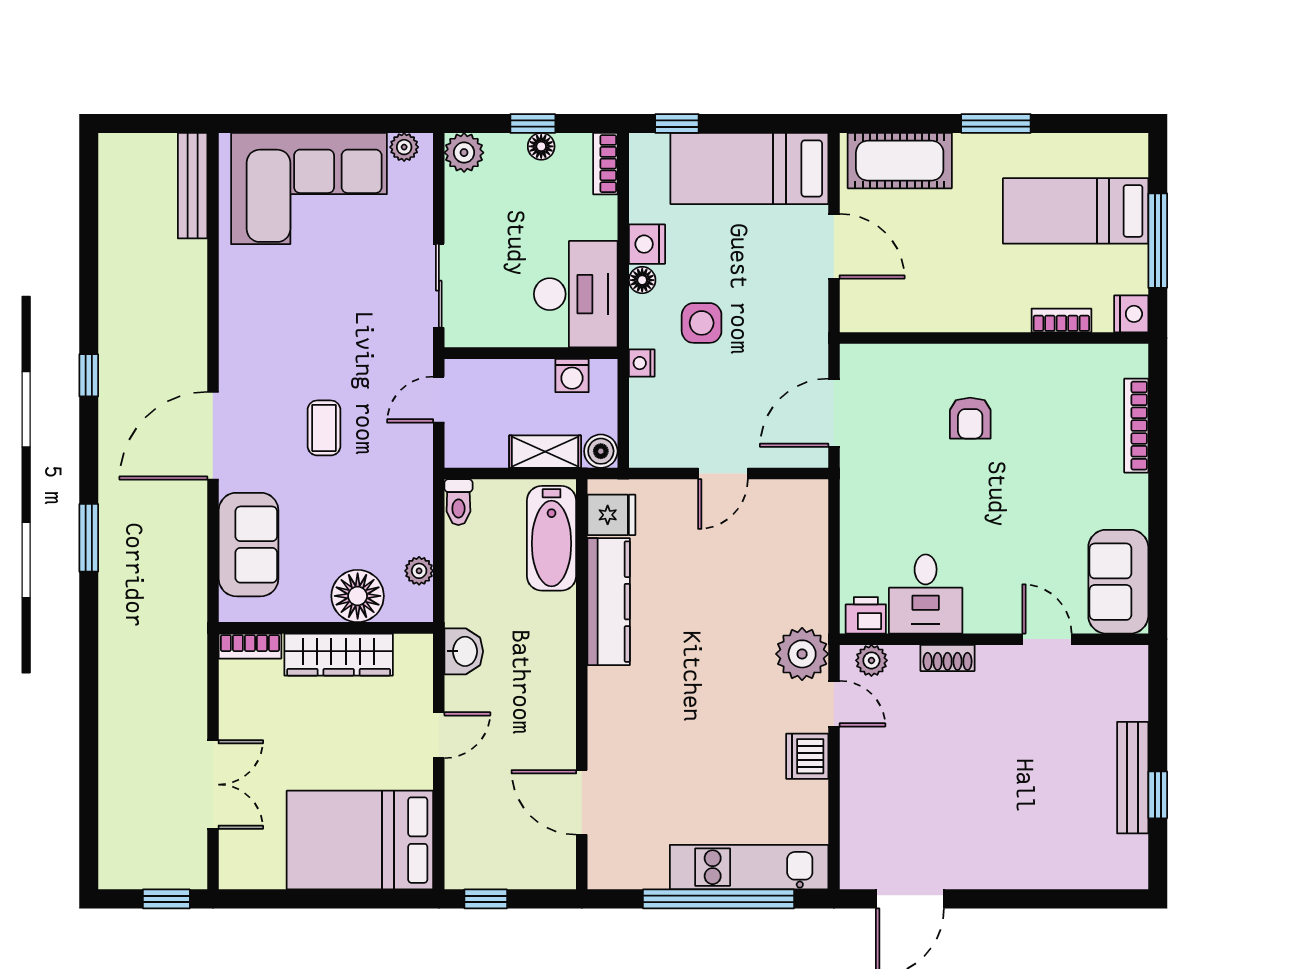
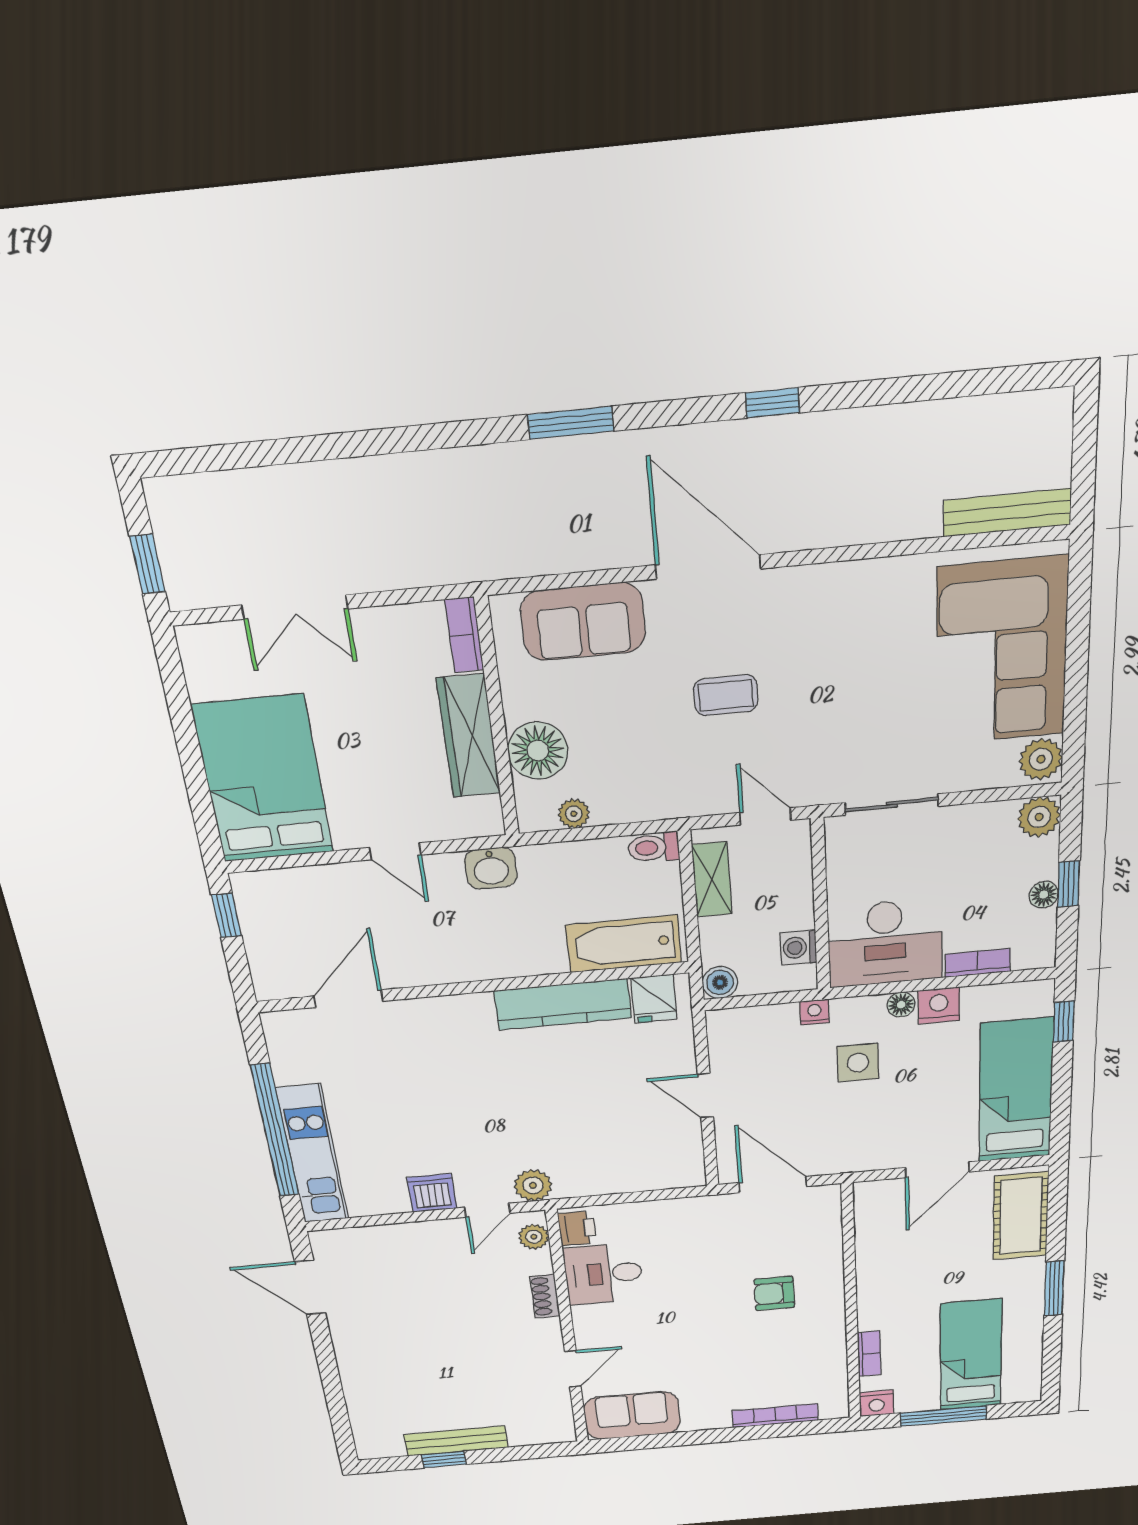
plant: (404, 147) -> (1041, 759), width x1.38, depth x1.38
bookcase: (605, 164) -> (978, 963), moved
shelving: (545, 452) -> (712, 880), moved
plant: (802, 654) -> (533, 1185), width x0.73, depth x0.73

